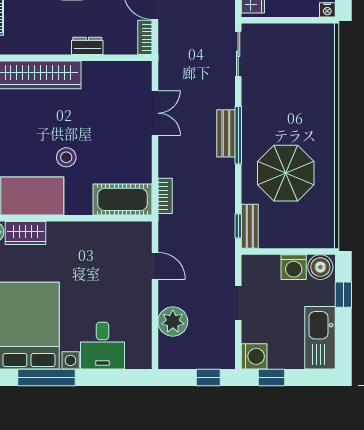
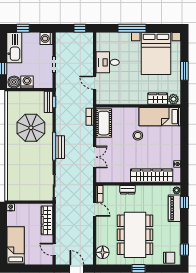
double door: (155, 113) -> (95, 157), swing flipped
cot: (122, 199) -> (104, 123), moved, turned 90
plant: (173, 321) -> (86, 56), removed
desk: (103, 346) -> (108, 62), moved, turned -90
window: (47, 377) -> (132, 28), moved
window: (208, 377) -> (80, 28), moved
window: (272, 377) -> (23, 28), moved

